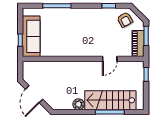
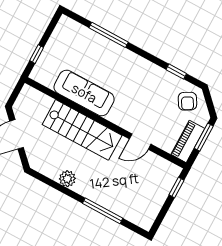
sofa: (31, 36) -> (84, 93), moved, turned -90
stairs: (110, 100) -> (82, 130), moved, turned 180

